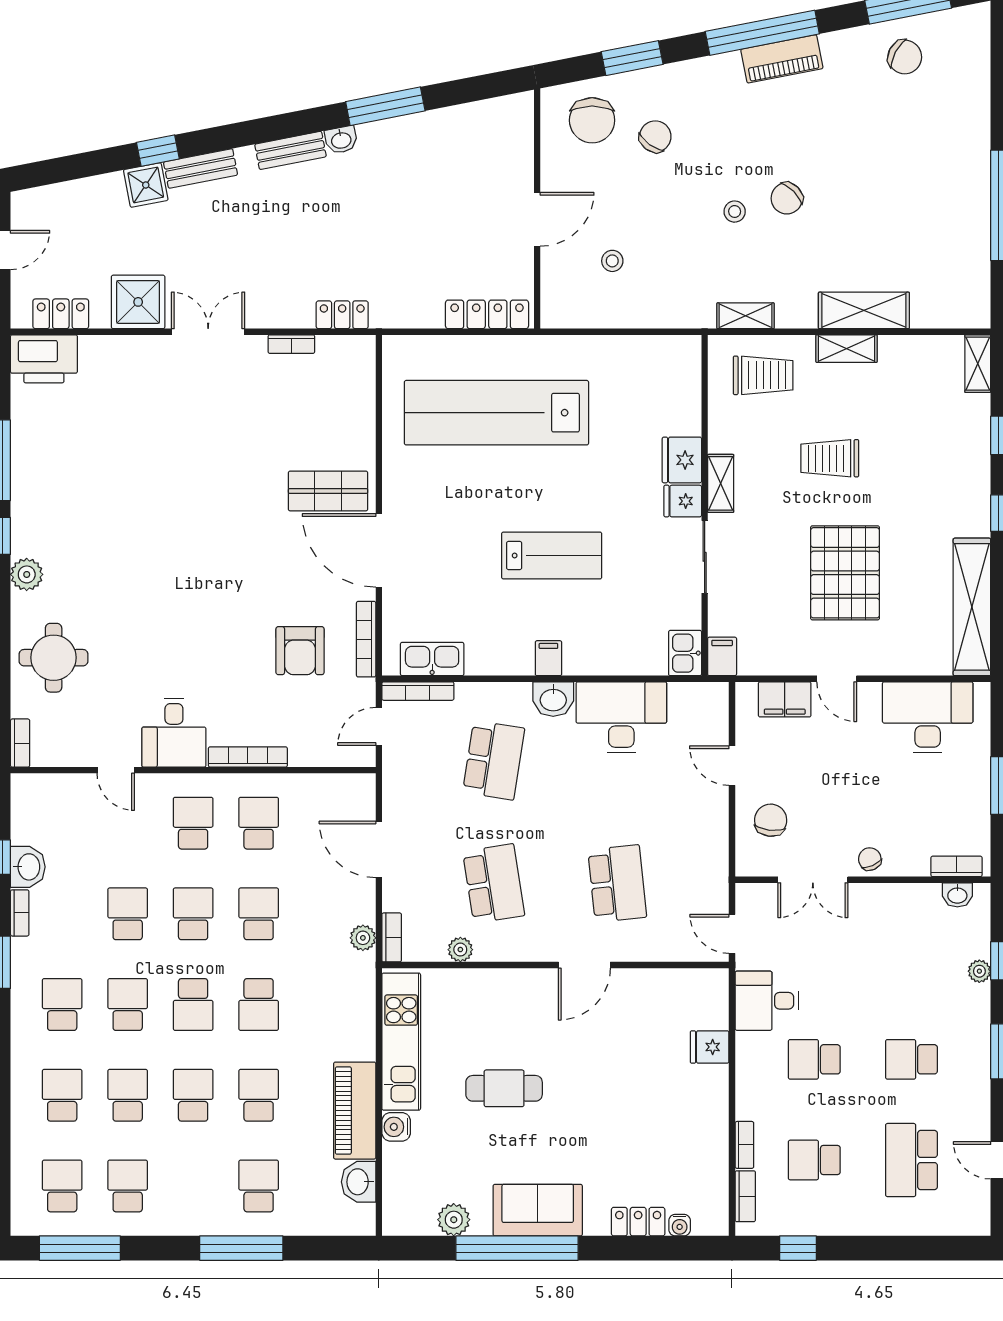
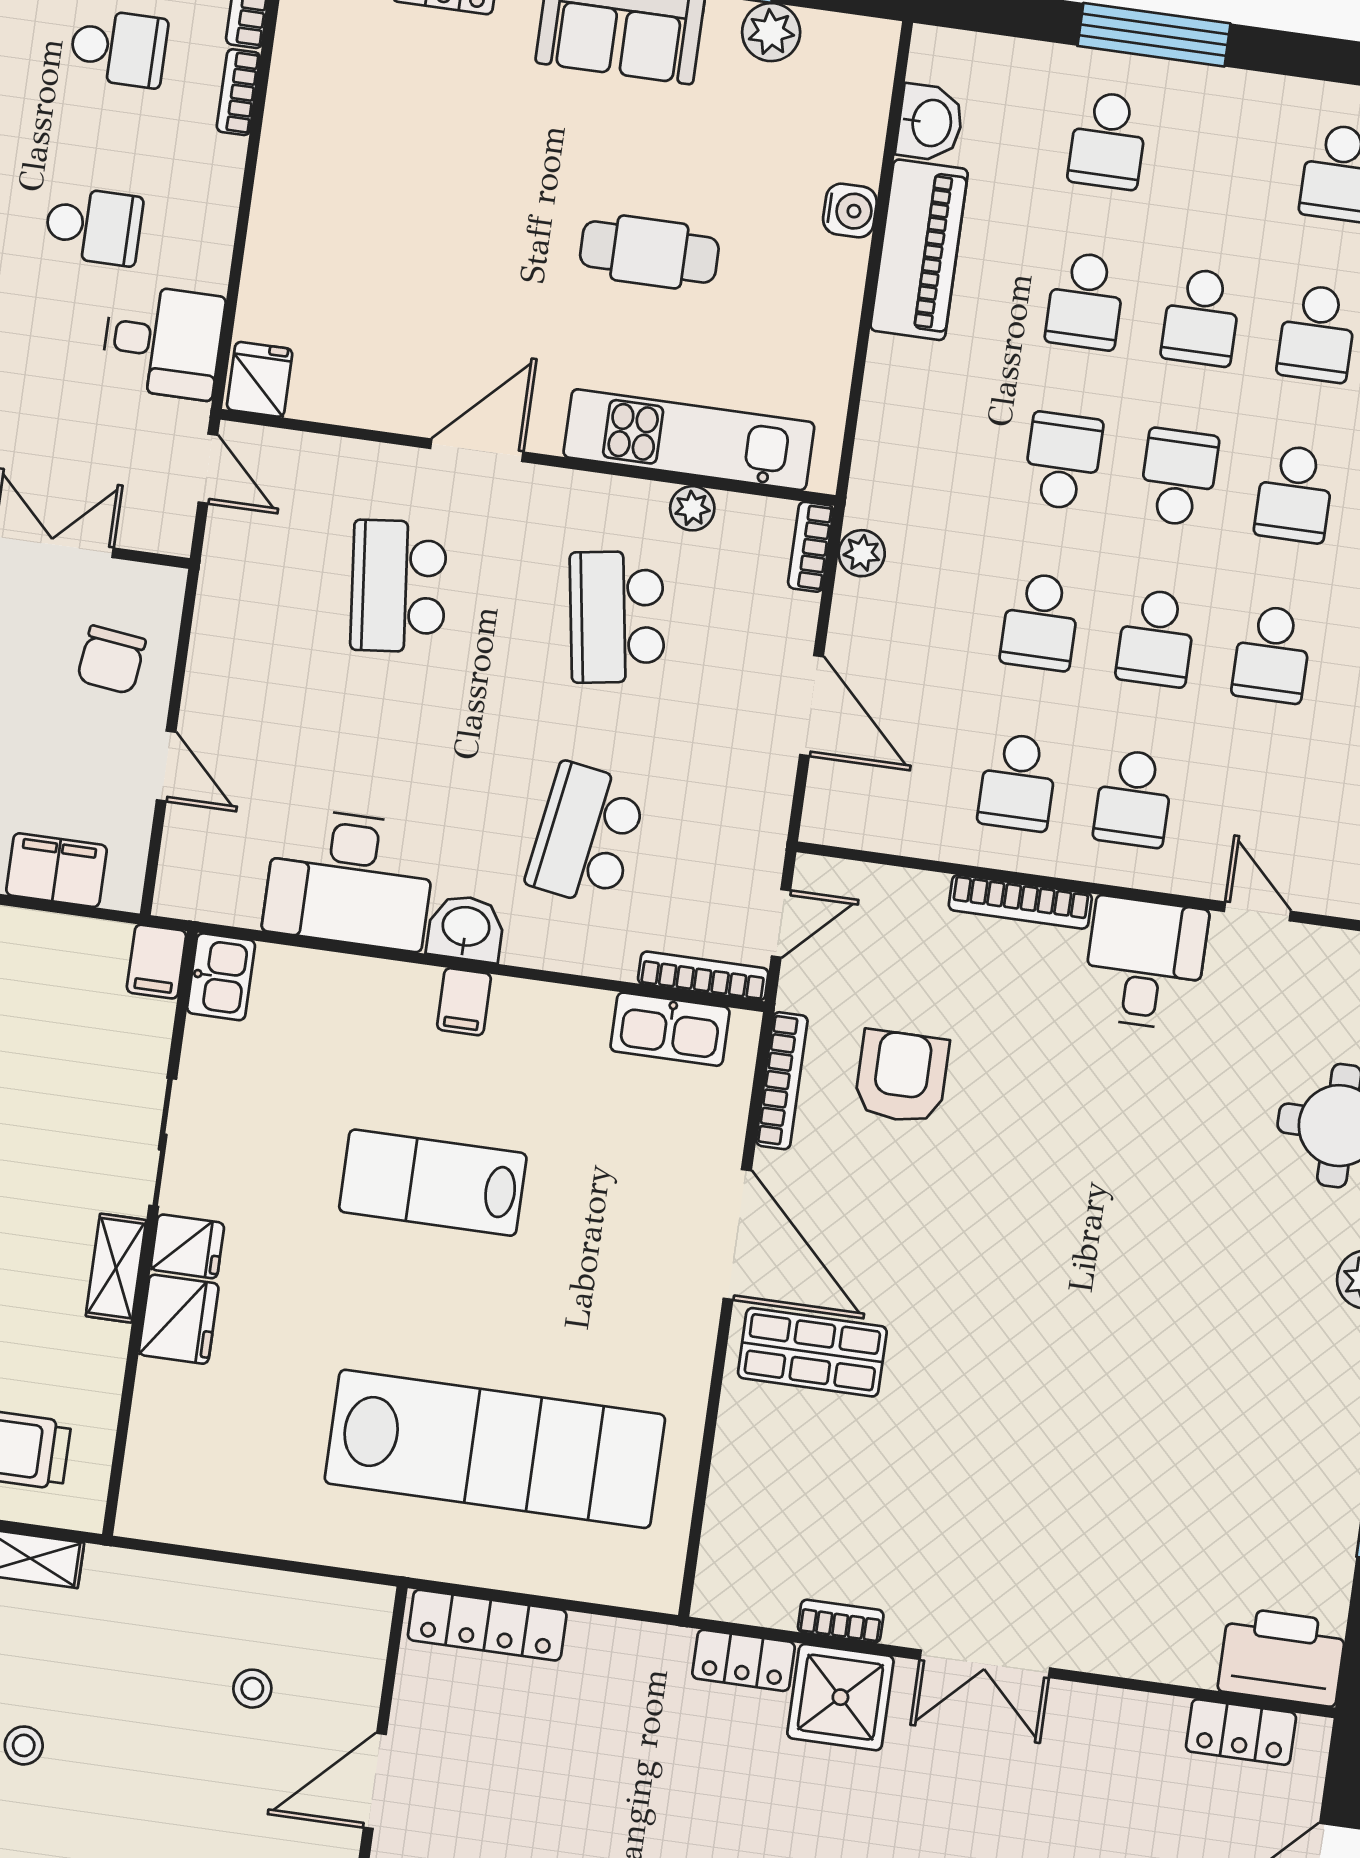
shower: (138, 302) -> (840, 1697), moved
kitchen unit: (401, 1042) -> (689, 440), moved, turned 90
fridge: (710, 1047) -> (260, 379), moved, turned -90

